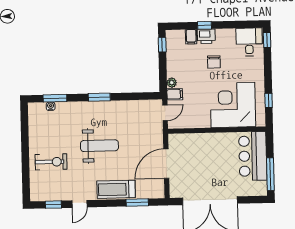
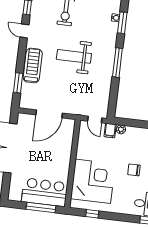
window: (99, 97) -> (117, 63), width x1.44
weight bench: (99, 146) -> (74, 56), turned 90
door: (166, 164) -> (49, 114), swing flipped
window: (270, 174) -> (41, 208), moved

